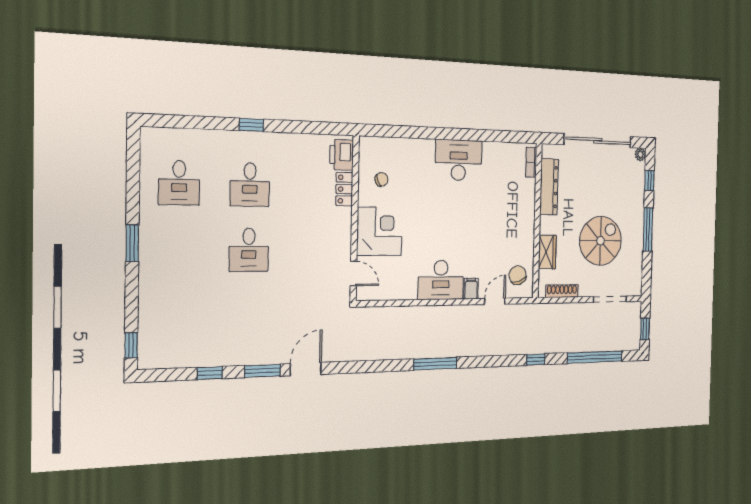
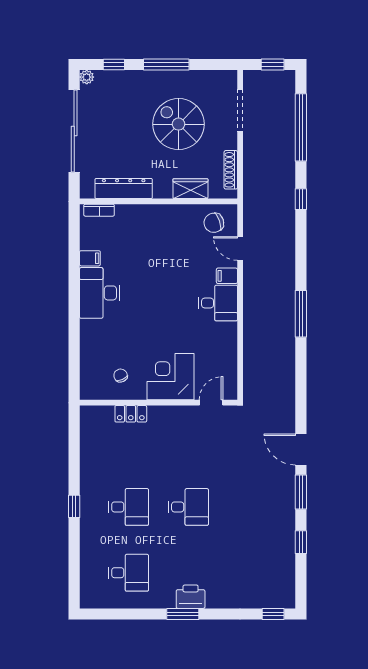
filing cabinet: (490, 152) -> (90, 258), added
printer: (342, 155) -> (191, 597), moved, turned 180
desk: (441, 280) -> (218, 303), width x0.73

